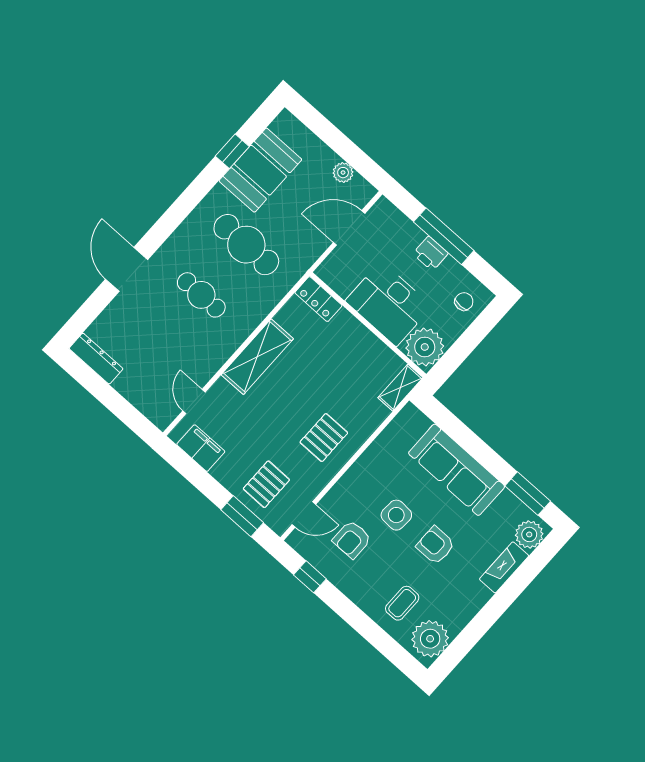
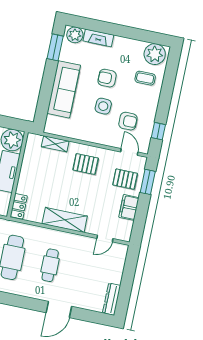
shelving: (400, 388) -> (55, 144), moved
filing cabinet: (201, 448) -> (129, 207), moved
armchair: (436, 545) -> (107, 78), turned 90

